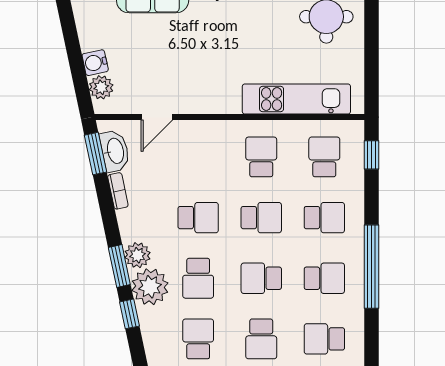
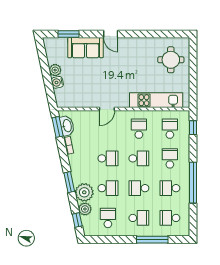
plant: (101, 87) -> (55, 70), moved
door: (157, 117) -> (107, 109), moved
school desk: (324, 218) -> (170, 158), turned -90
plant: (137, 255) -> (85, 209), moved
school desk: (198, 278) -> (108, 188), turned -90
school desk: (324, 278) -> (170, 188), turned 180
window: (129, 314) -> (77, 220), moved
school desk: (261, 339) -> (139, 218), turned -90

